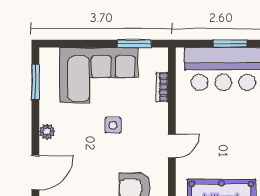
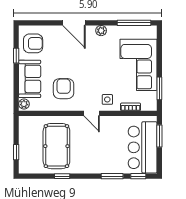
window: (230, 44) -> (159, 136), moved
window: (35, 82) -> (134, 23), width x1.44
side table: (113, 125) -> (107, 99), moved

